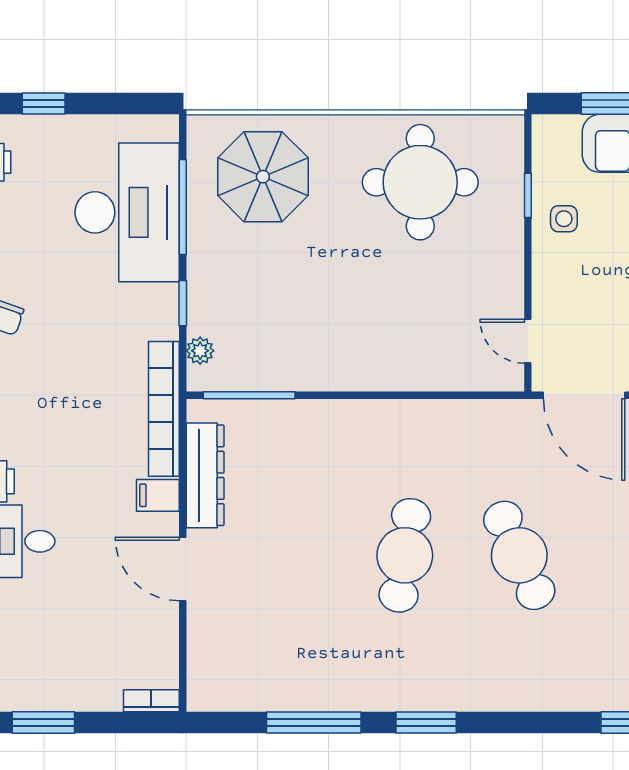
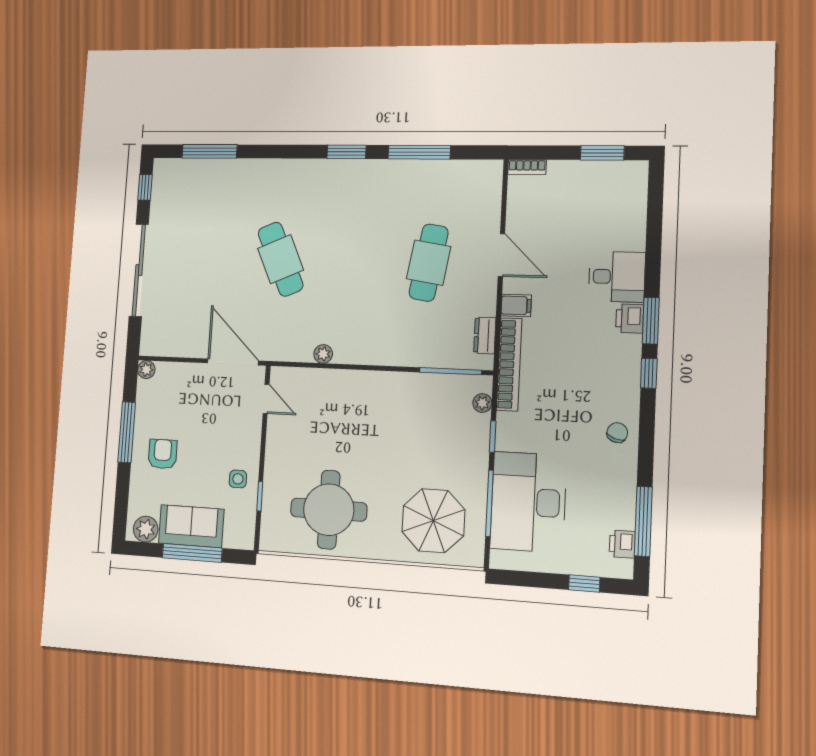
plant: (443, 413) -> (323, 354), added
dresser: (205, 475) -> (485, 336), width x0.51, depth x0.80
cafe table: (405, 555) -> (429, 263), moved

